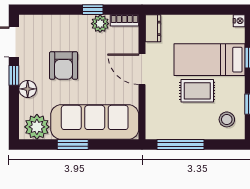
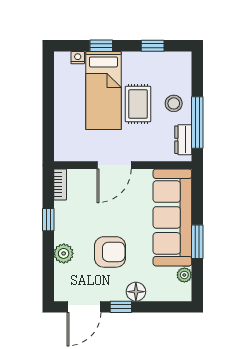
nightstand: (239, 21) -> (78, 58), moved
plant: (100, 24) -> (64, 253), moved
dresser: (153, 28) -> (183, 140), moved, turned -90
stool: (227, 119) -> (174, 103), moved
plant: (37, 127) -> (184, 275), width x0.53, depth x0.53

